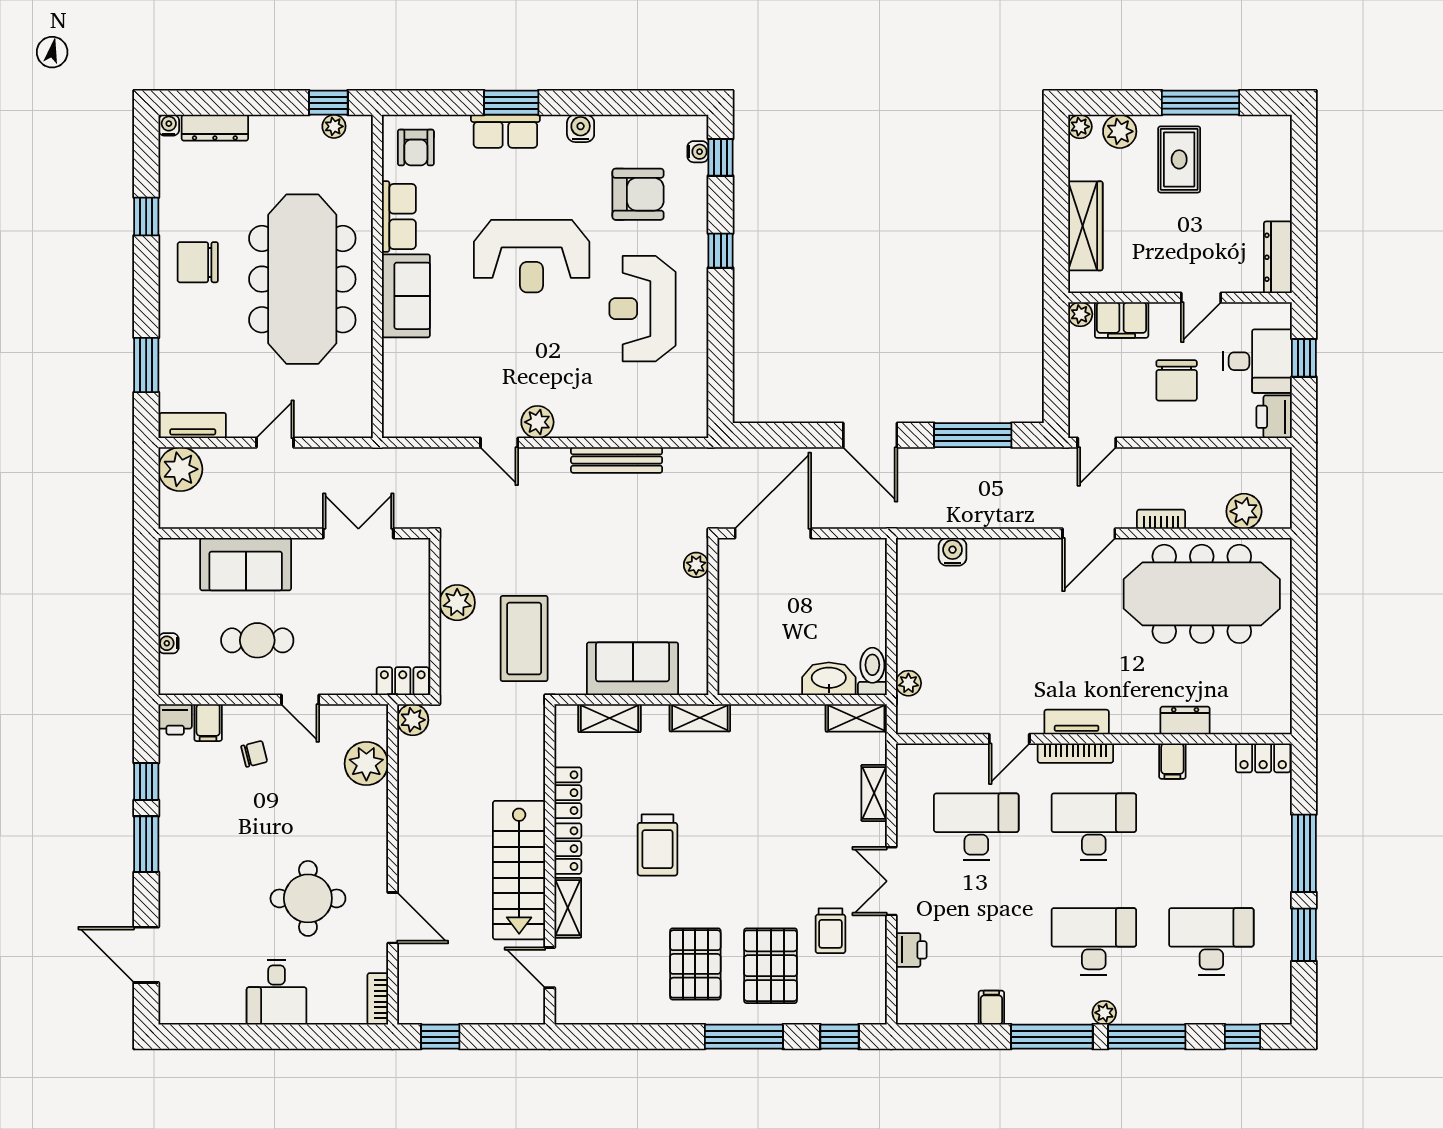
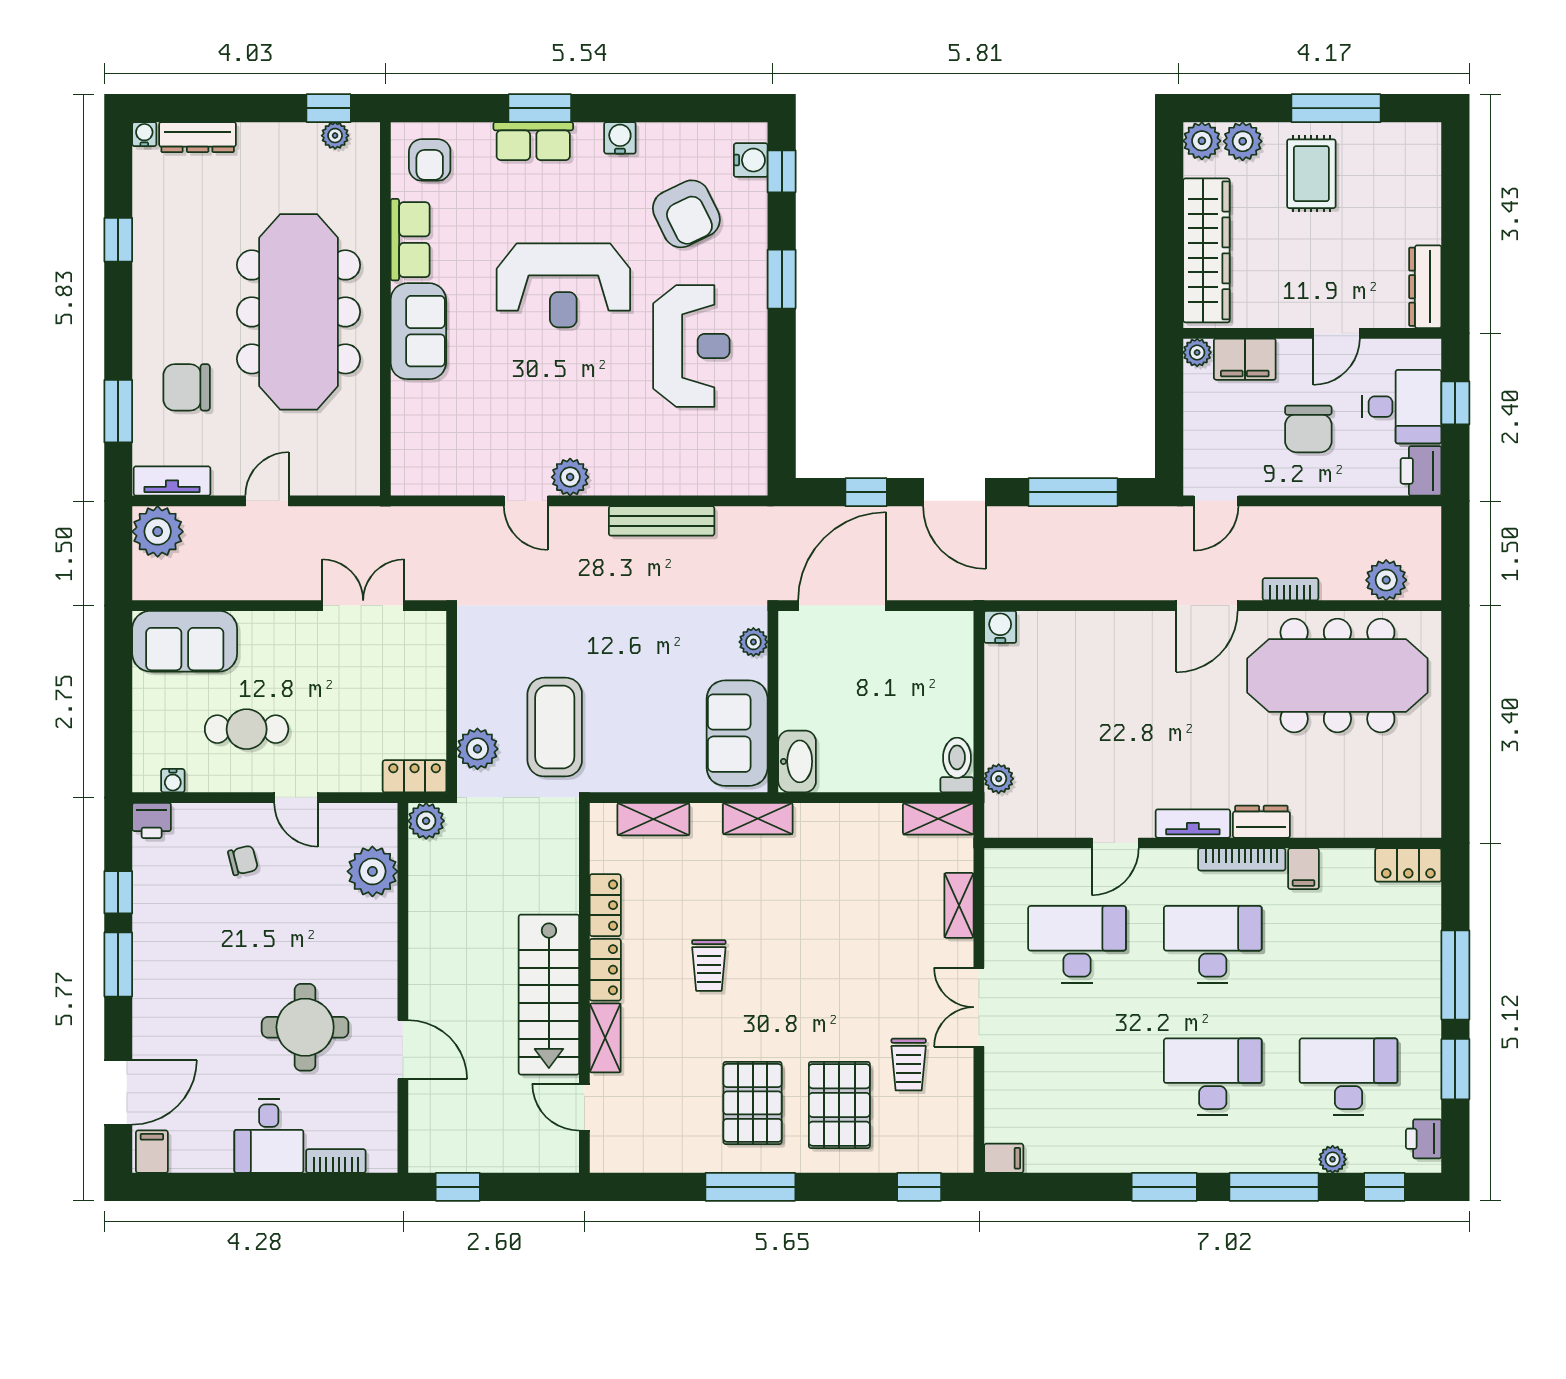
plant: (1080, 127) -> (1202, 141), width x1.38, depth x1.38
water cooler: (698, 152) -> (751, 160), width x1.38, depth x1.38
armchair: (638, 194) -> (686, 214), turned 64
wardrobe: (1085, 226) -> (1206, 250), width x1.40, depth x1.17
window: (721, 251) -> (782, 279), width x1.50
chair: (198, 262) -> (187, 387), moved
reception desk: (642, 309) -> (691, 346), turned 180
window: (794, 435) -> (866, 492), added
water cooler: (953, 552) -> (1000, 627), moved
sofa: (246, 564) -> (185, 641), moved
plant: (457, 603) -> (477, 749), moved
water cooler: (168, 643) -> (173, 781), moved, turned -90
sofa: (633, 669) -> (737, 733), moved, turned -90
washbasin: (829, 679) -> (797, 761), moved, turned 90
dresser: (1185, 721) -> (1261, 822), moved
filing cabinet: (208, 723) -> (152, 1152), moved, turned 180
bookcase: (1075, 753) -> (1242, 859), moved
trolley: (657, 845) -> (709, 965), width x0.73, depth x0.72
printer: (911, 950) -> (1424, 1139), moved, turned 180
door: (146, 955) -> (118, 1092), swing flipped
bookcase: (378, 999) -> (336, 1161), moved, turned 90
filing cabinet: (991, 1008) -> (1004, 1158), moved, turned 90
plant: (1104, 1013) -> (1333, 1159), moved
window: (744, 1037) -> (750, 1187), moved
window: (1052, 1037) -> (1164, 1187), width x0.69

